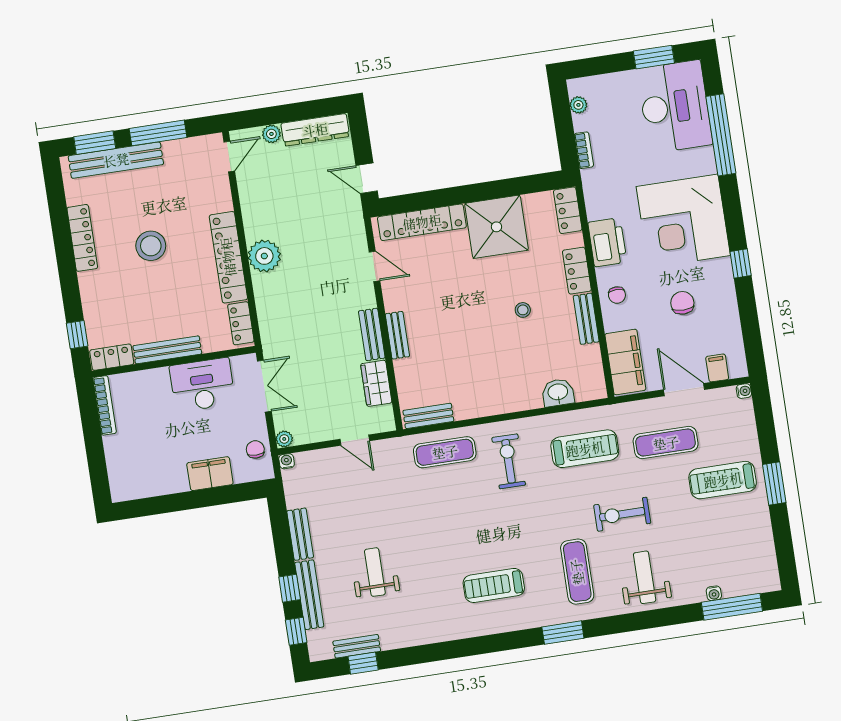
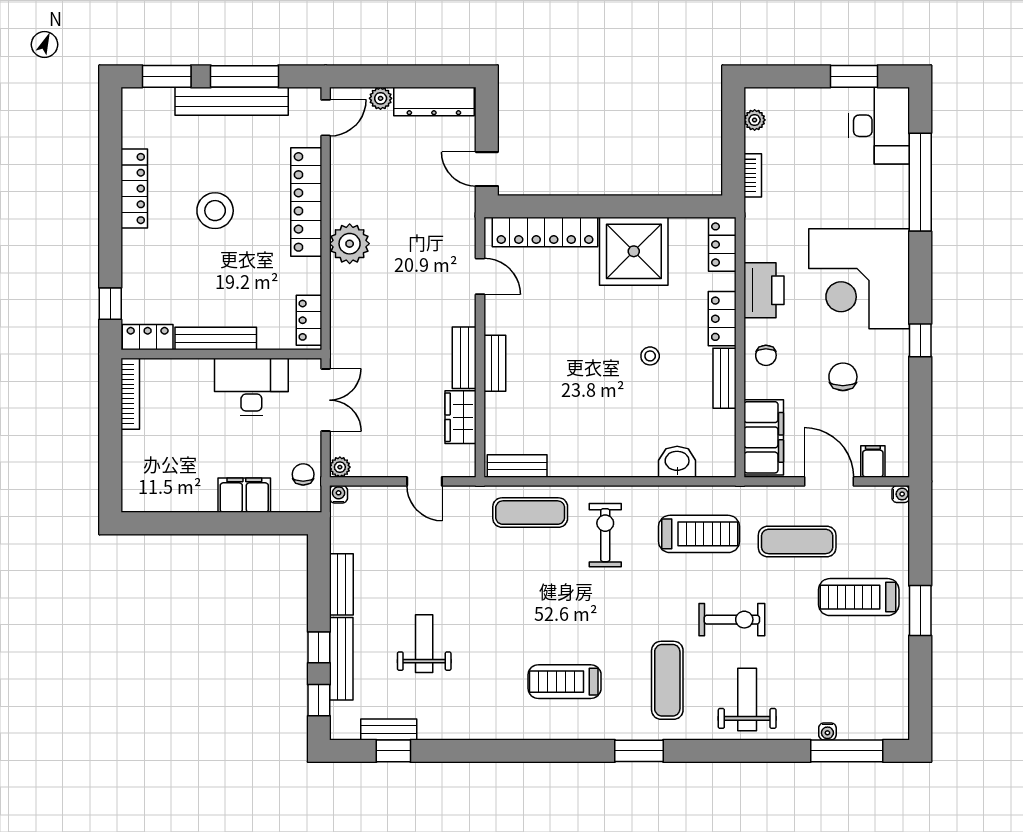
desk: (675, 107) -> (879, 126), width x0.73, depth x0.77
bench: (116, 160) -> (232, 101), moved
locker: (228, 257) -> (306, 202), moved
exercise bike: (622, 514) -> (732, 620), turned 180

